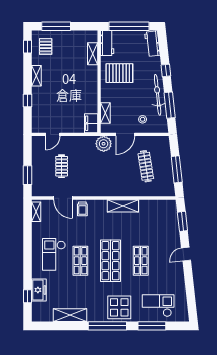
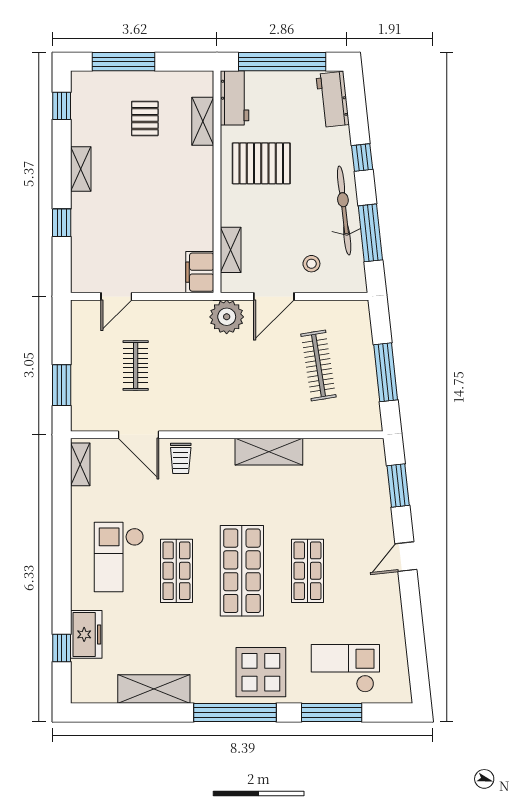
pallet: (46, 46) -> (145, 119), moved

